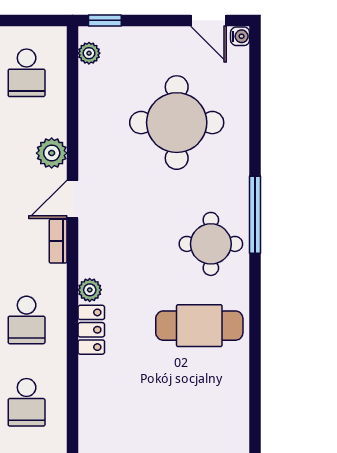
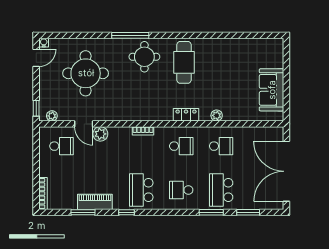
door: (73, 199) -> (84, 124), moved
plant: (90, 290) -> (217, 115), moved

